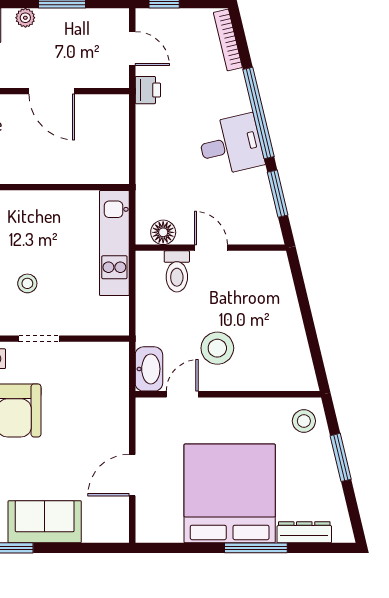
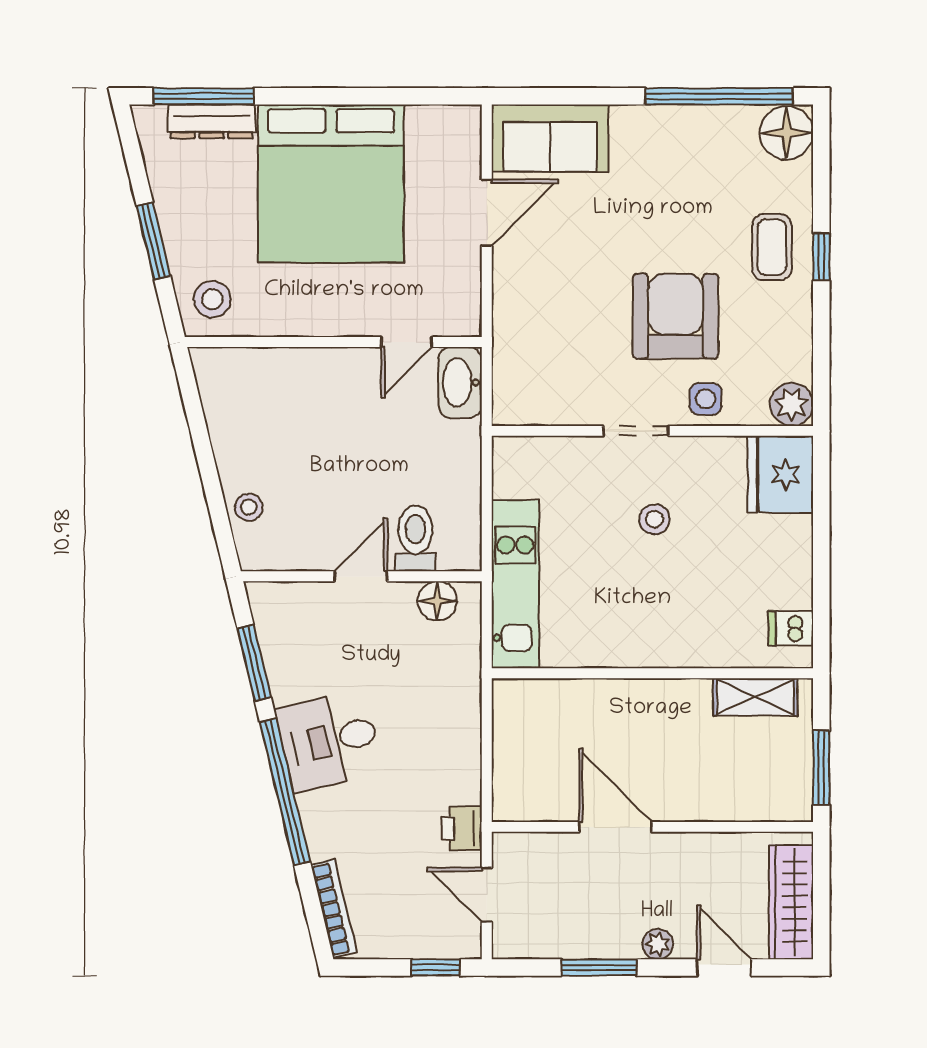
door: (211, 248) -> (361, 576), swing flipped
stool: (217, 348) -> (249, 507), moved, width x0.53, depth x0.53
sofa: (45, 522) -> (550, 138), moved
window: (256, 548) -> (204, 96), moved

